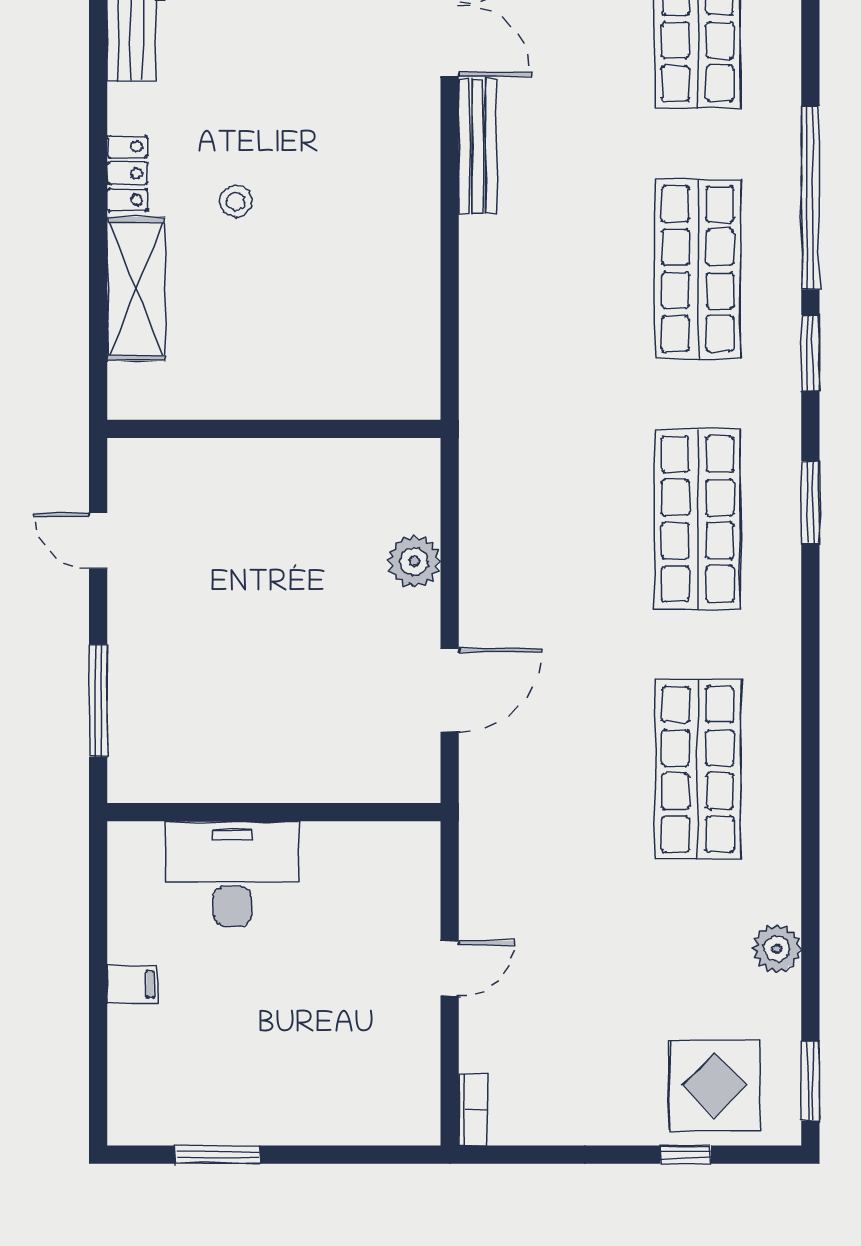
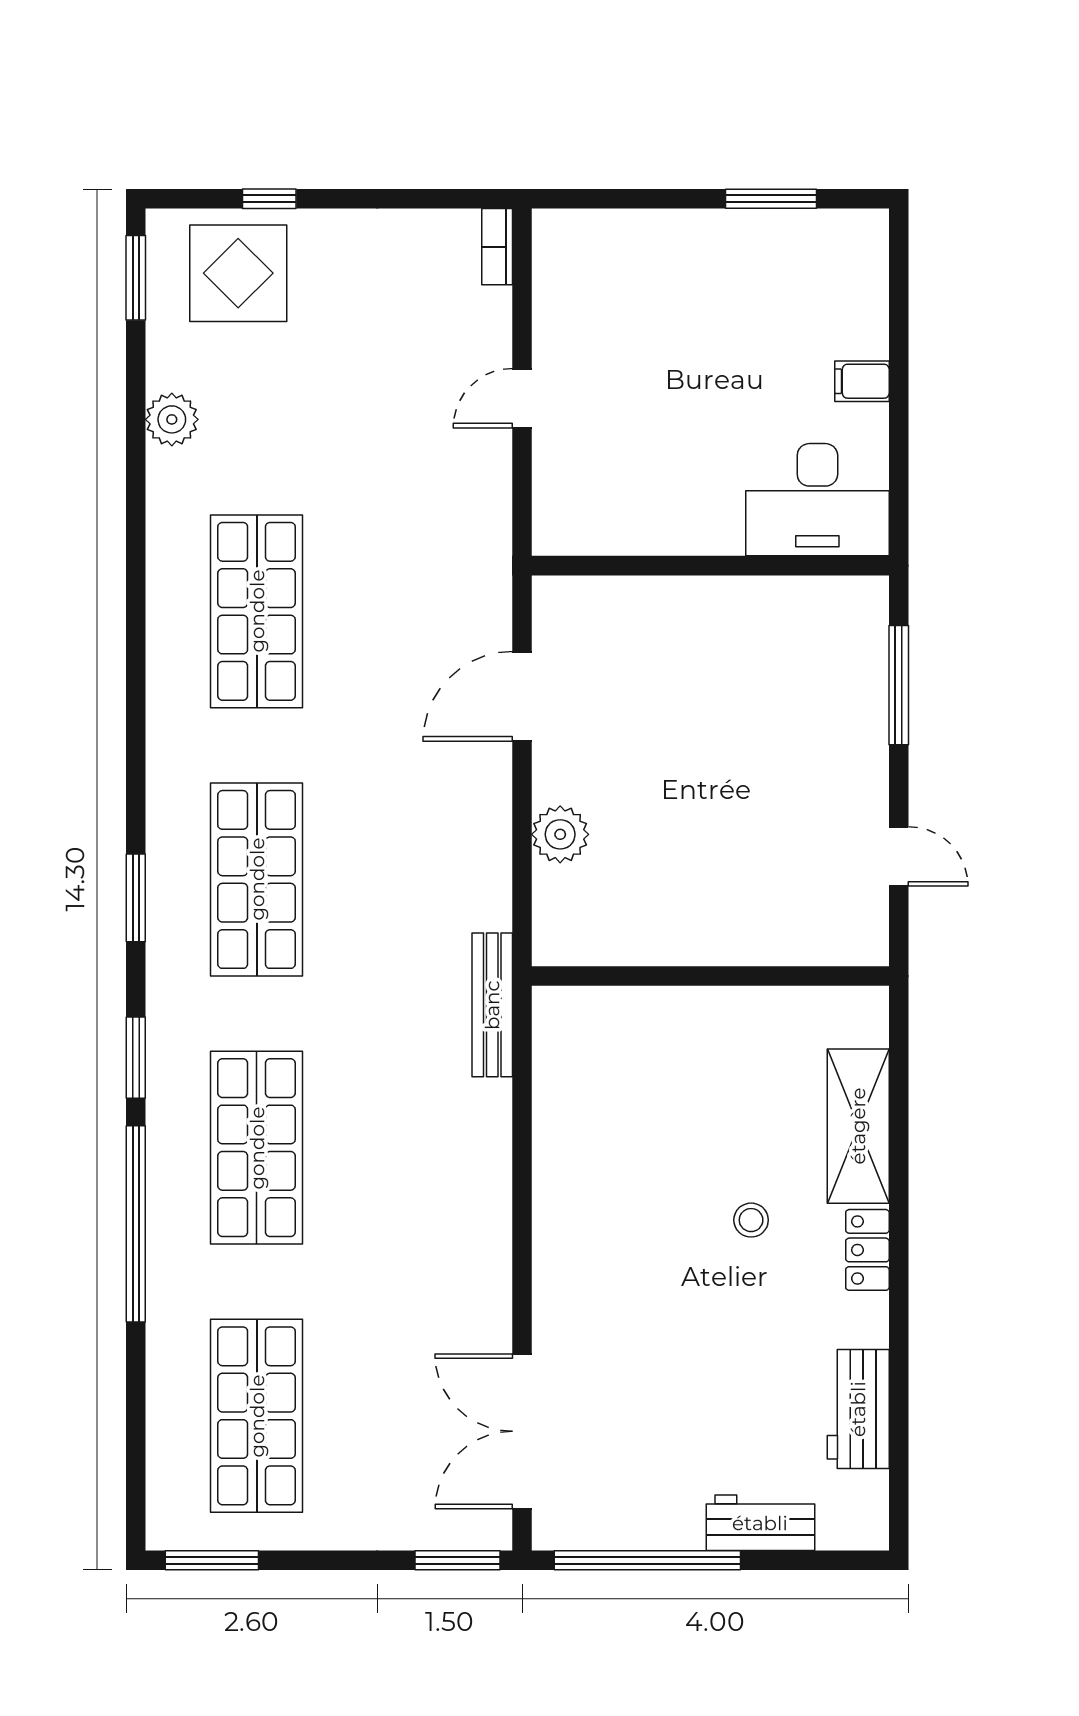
bench: (478, 146) -> (492, 1005), moved
desk: (232, 874) -> (817, 500), moved

